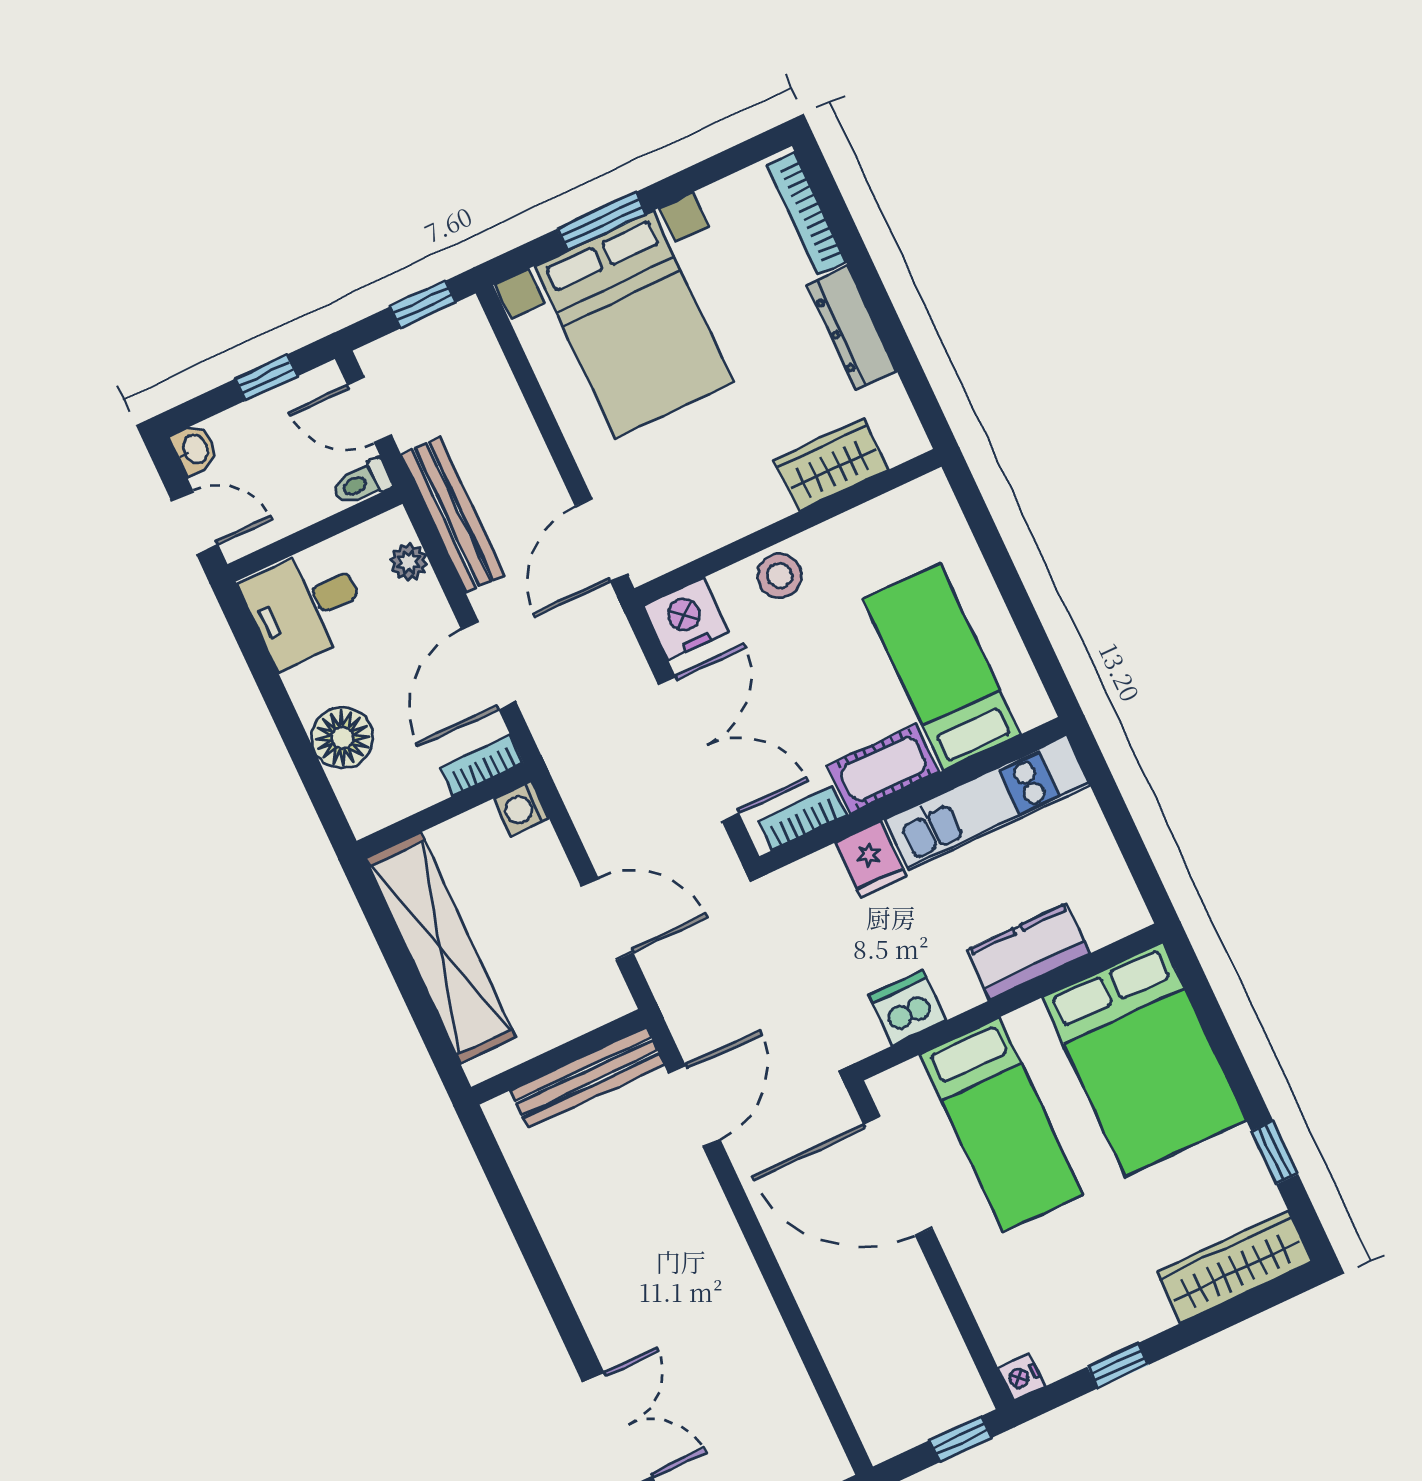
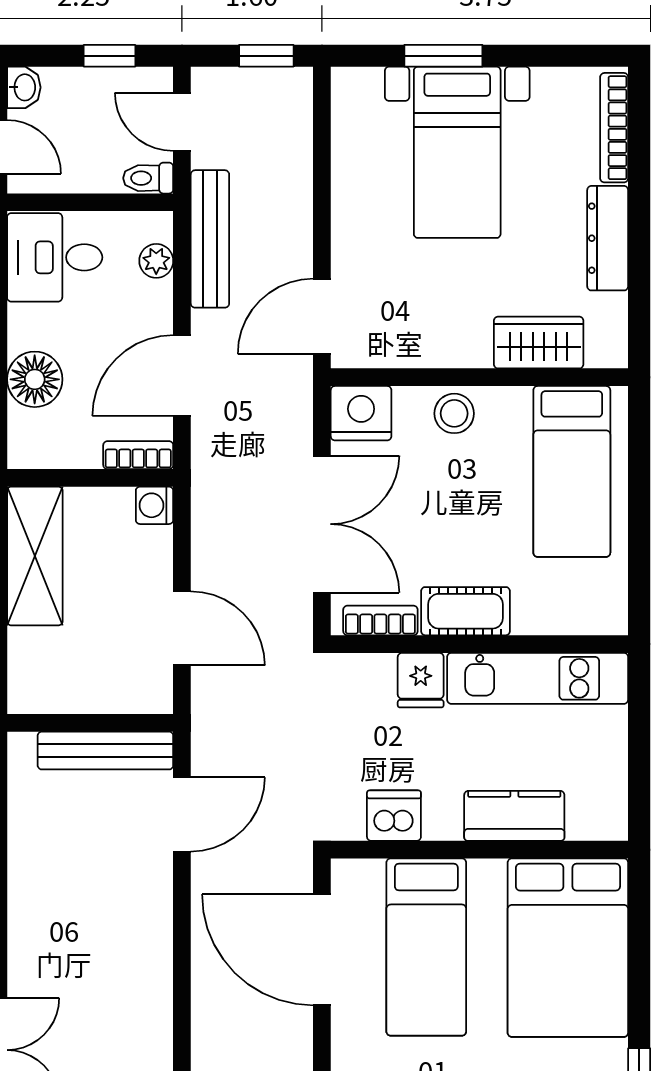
bed with nightstands: (634, 324) -> (457, 152), width x0.73
bed: (942, 667) -> (572, 471), moved, turned 180
shelving: (440, 948) -> (35, 556), width x0.68

